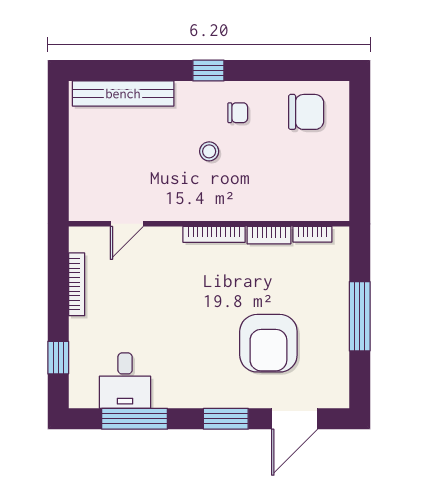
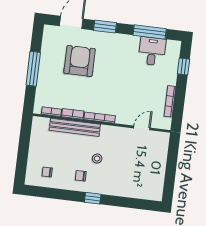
bench: (123, 94) -> (75, 127), moved
chair: (306, 112) -> (47, 172), width x0.54, depth x0.54

